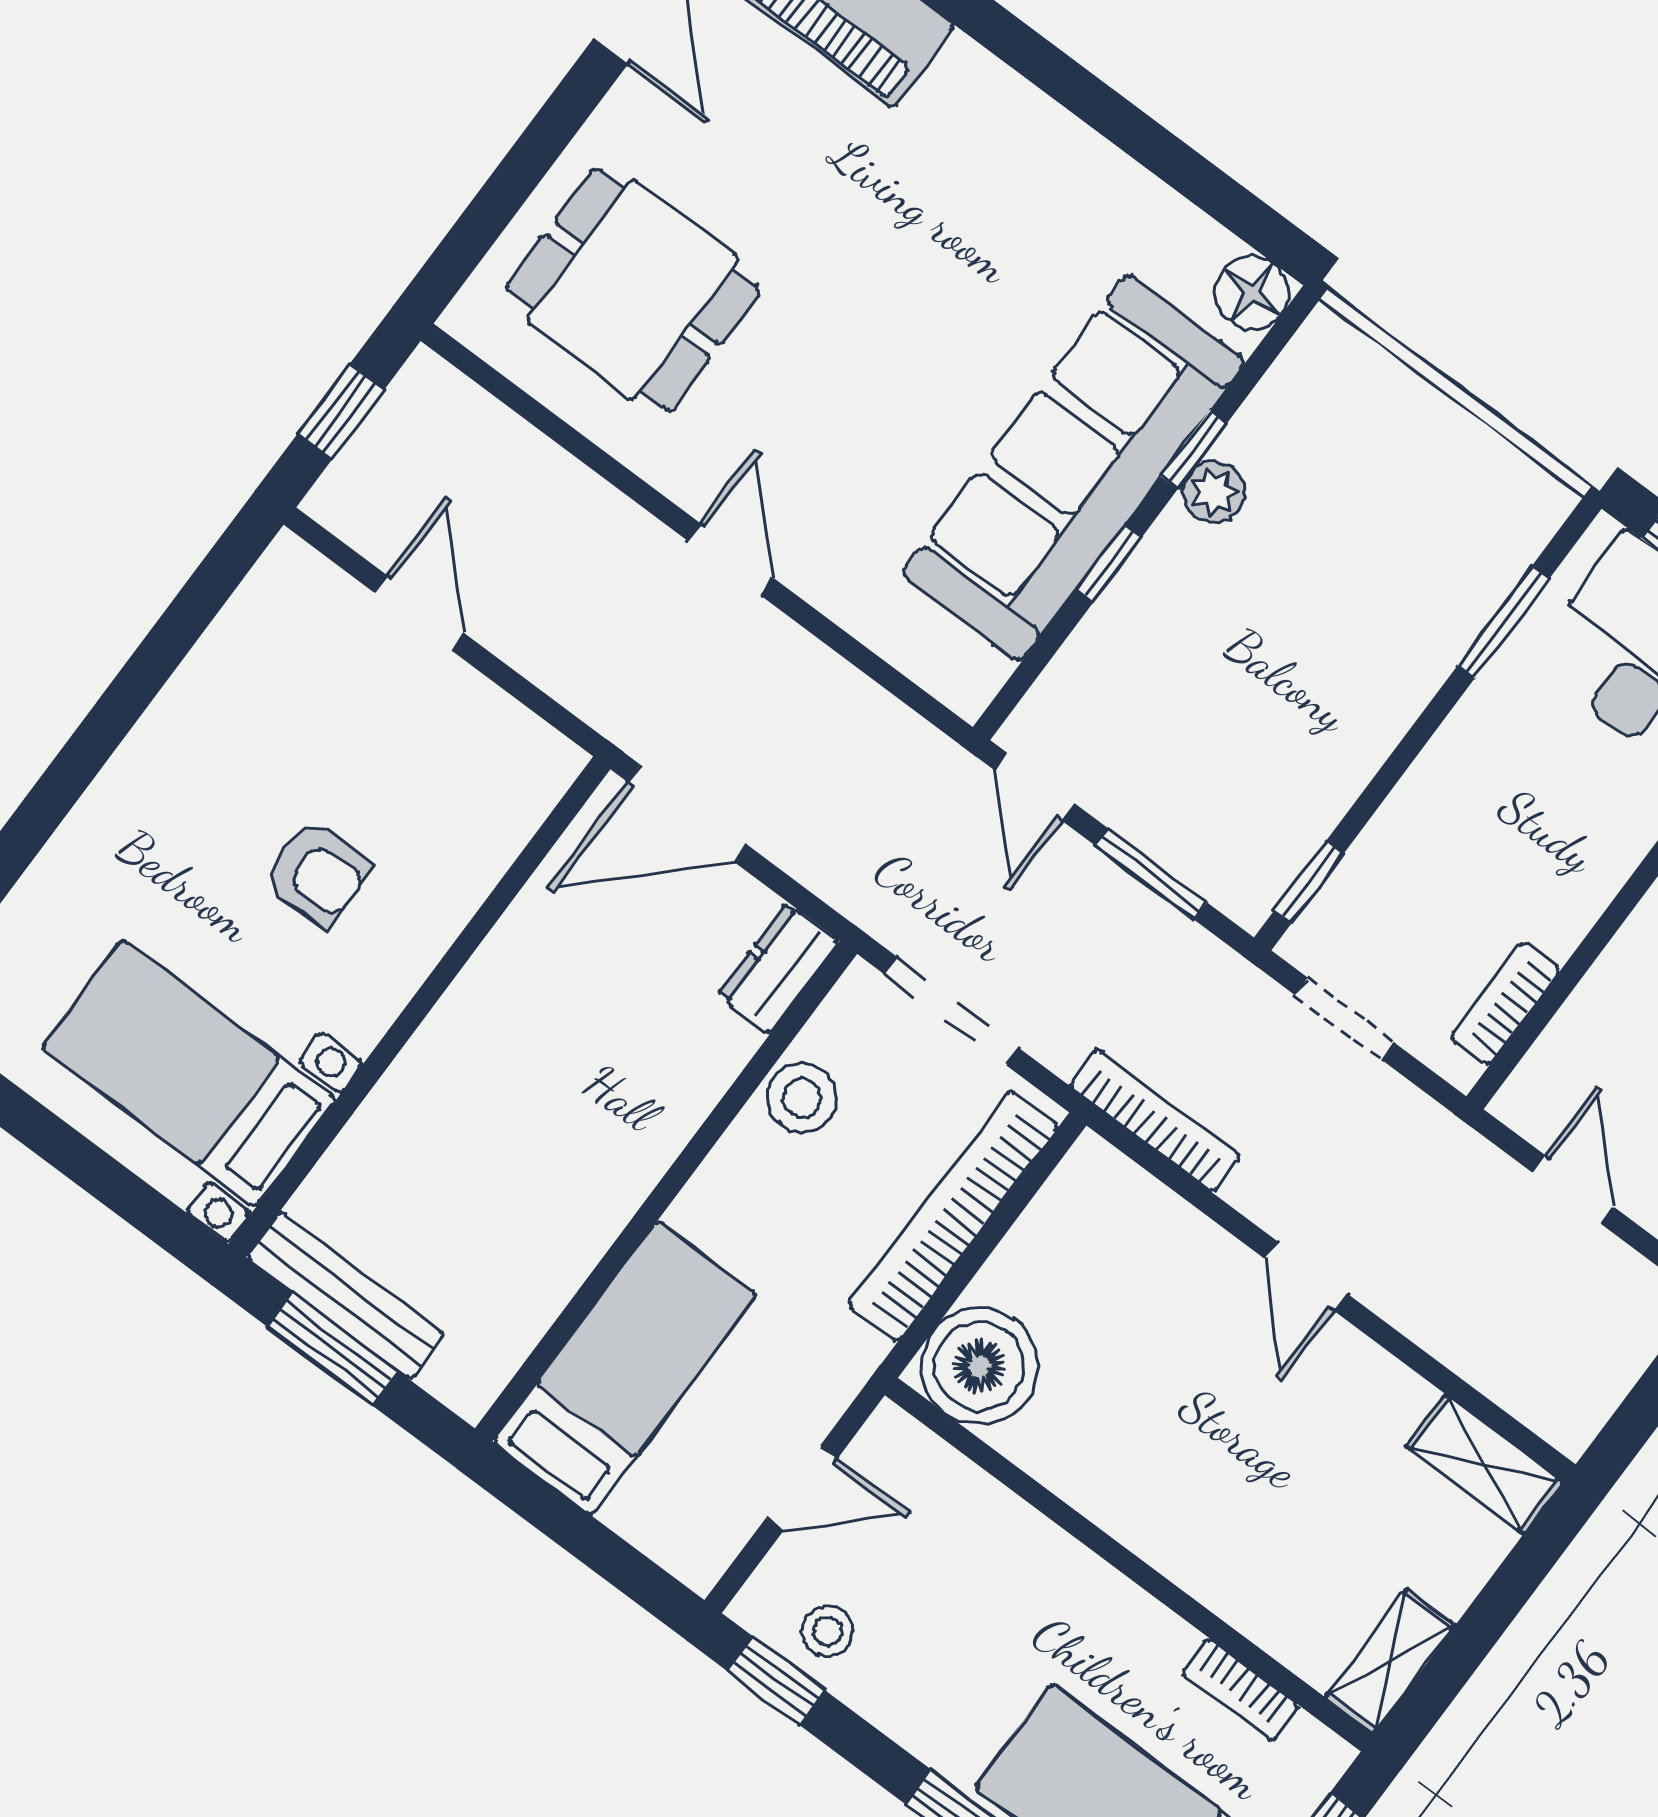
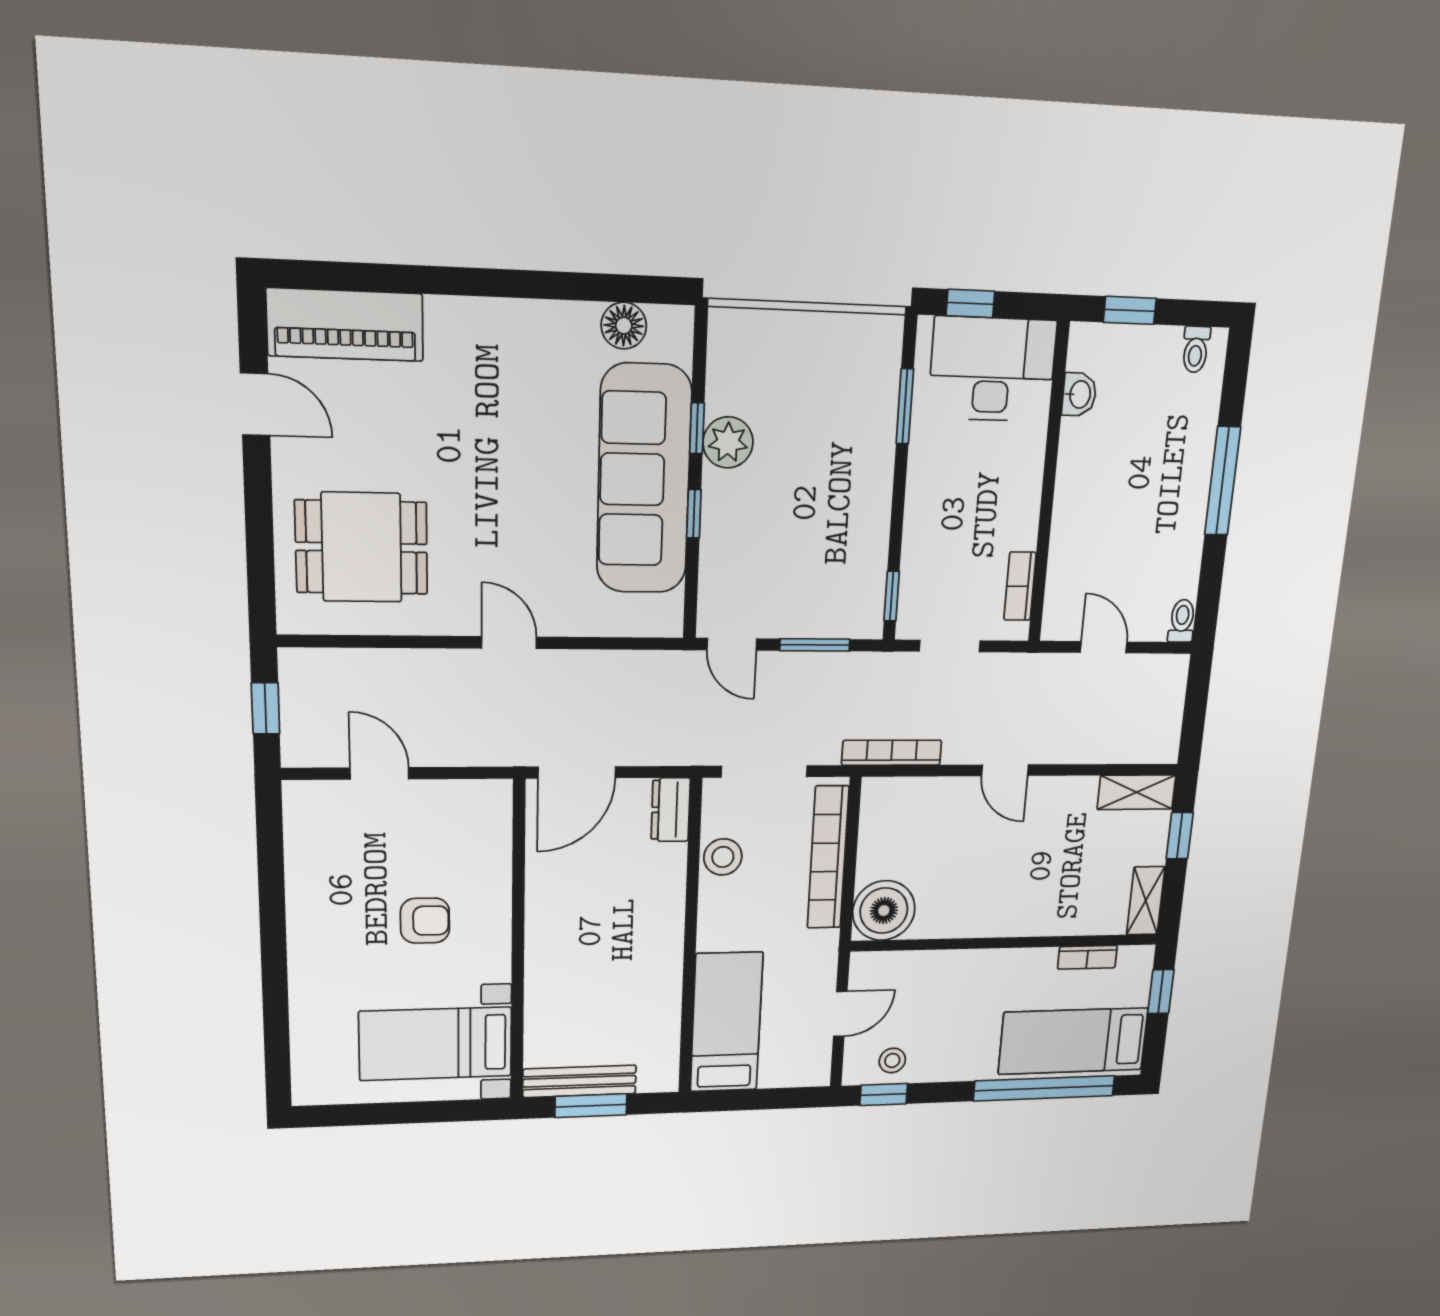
floor lamp: (1252, 293) -> (624, 326), moved
plant: (1214, 492) -> (728, 442), width x1.38, depth x1.38
window: (1509, 1589) -> (1180, 836), added

